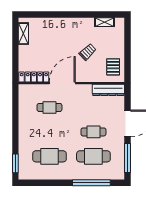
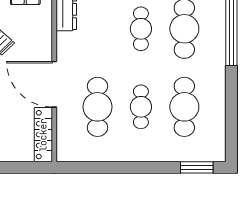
cafe table: (49, 107) -> (97, 107), width x1.37, depth x1.35
cafe table: (49, 132) -> (141, 107), added

